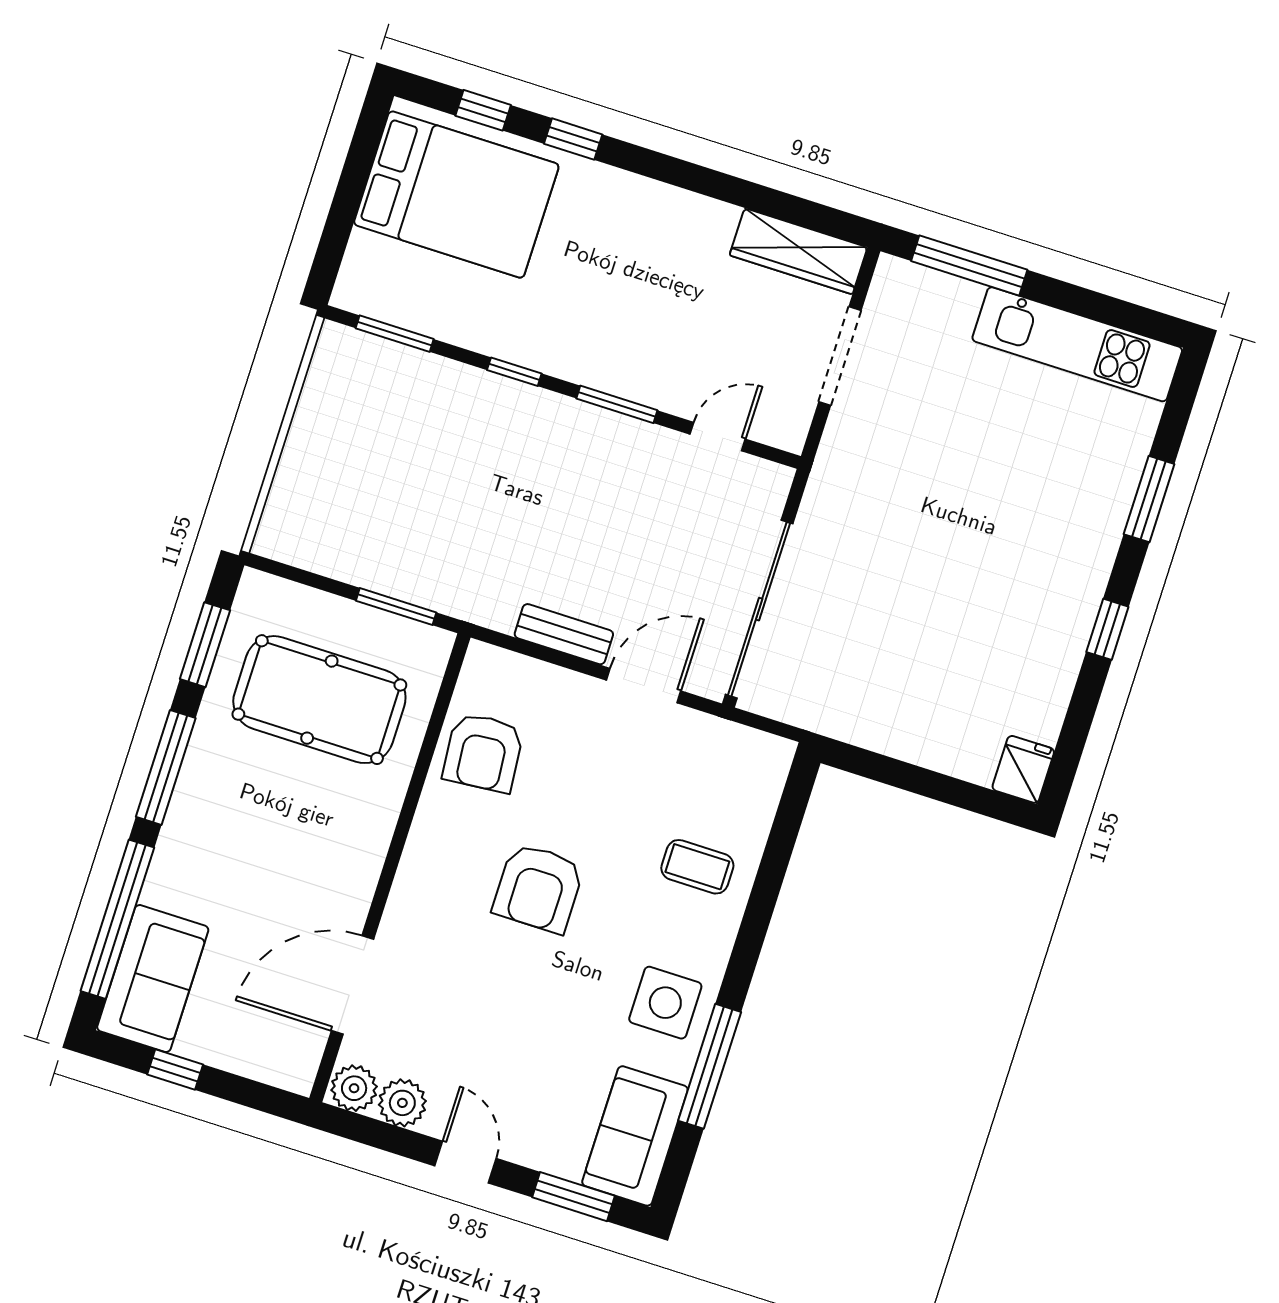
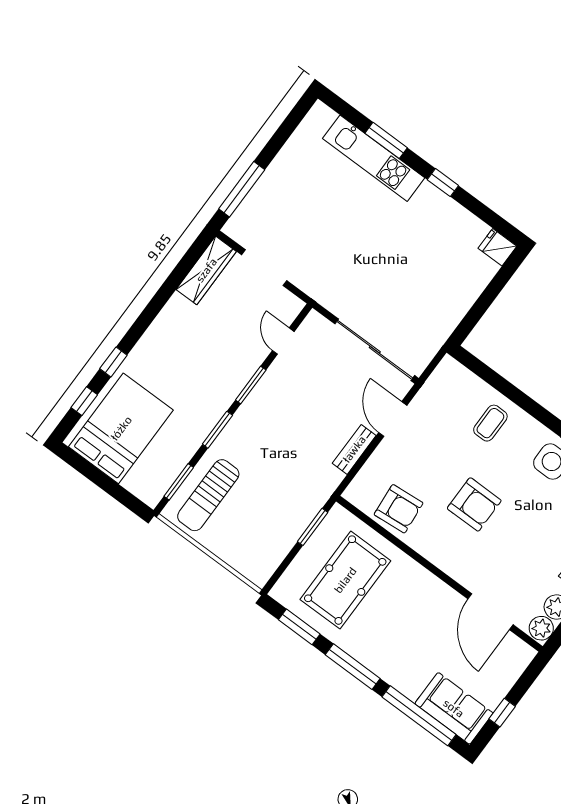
kitchen unit: (1077, 344) -> (374, 158), moved, turned 90
window: (514, 372) -> (217, 430), width x1.50
sun lounger: (389, 396) -> (208, 495), added

